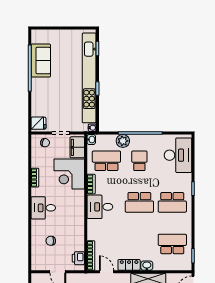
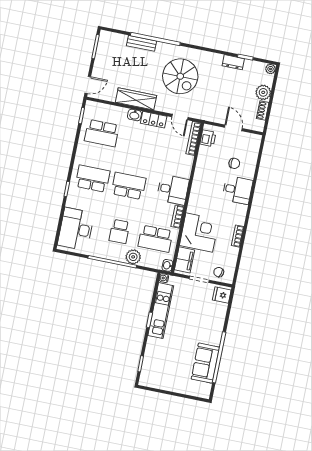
kitchen unit: (89, 78) -> (161, 311), width x0.54
desk: (43, 208) -> (237, 190), moved

